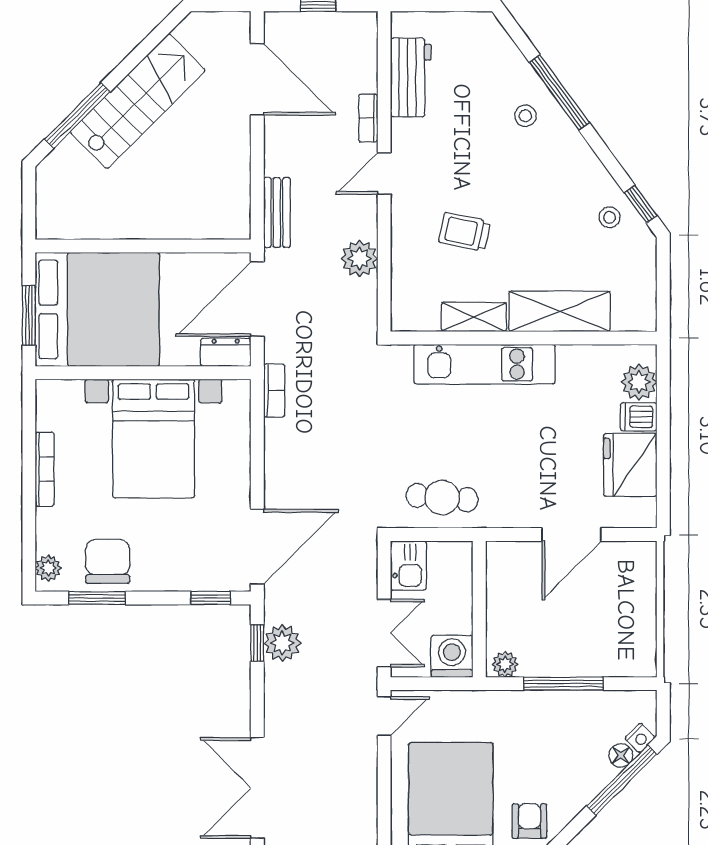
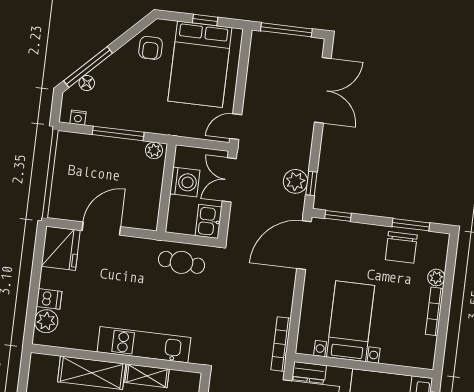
bookcase: (274, 391) -> (281, 344), width x1.56
bed with nightstands: (154, 439) -> (351, 321), width x0.73
fridge: (630, 465) -> (61, 248), moved
plant: (48, 568) -> (436, 277), moved
washing machine: (452, 656) -> (185, 182), moved, turned -90
nightstand: (640, 738) -> (78, 118), moved, turned -135

